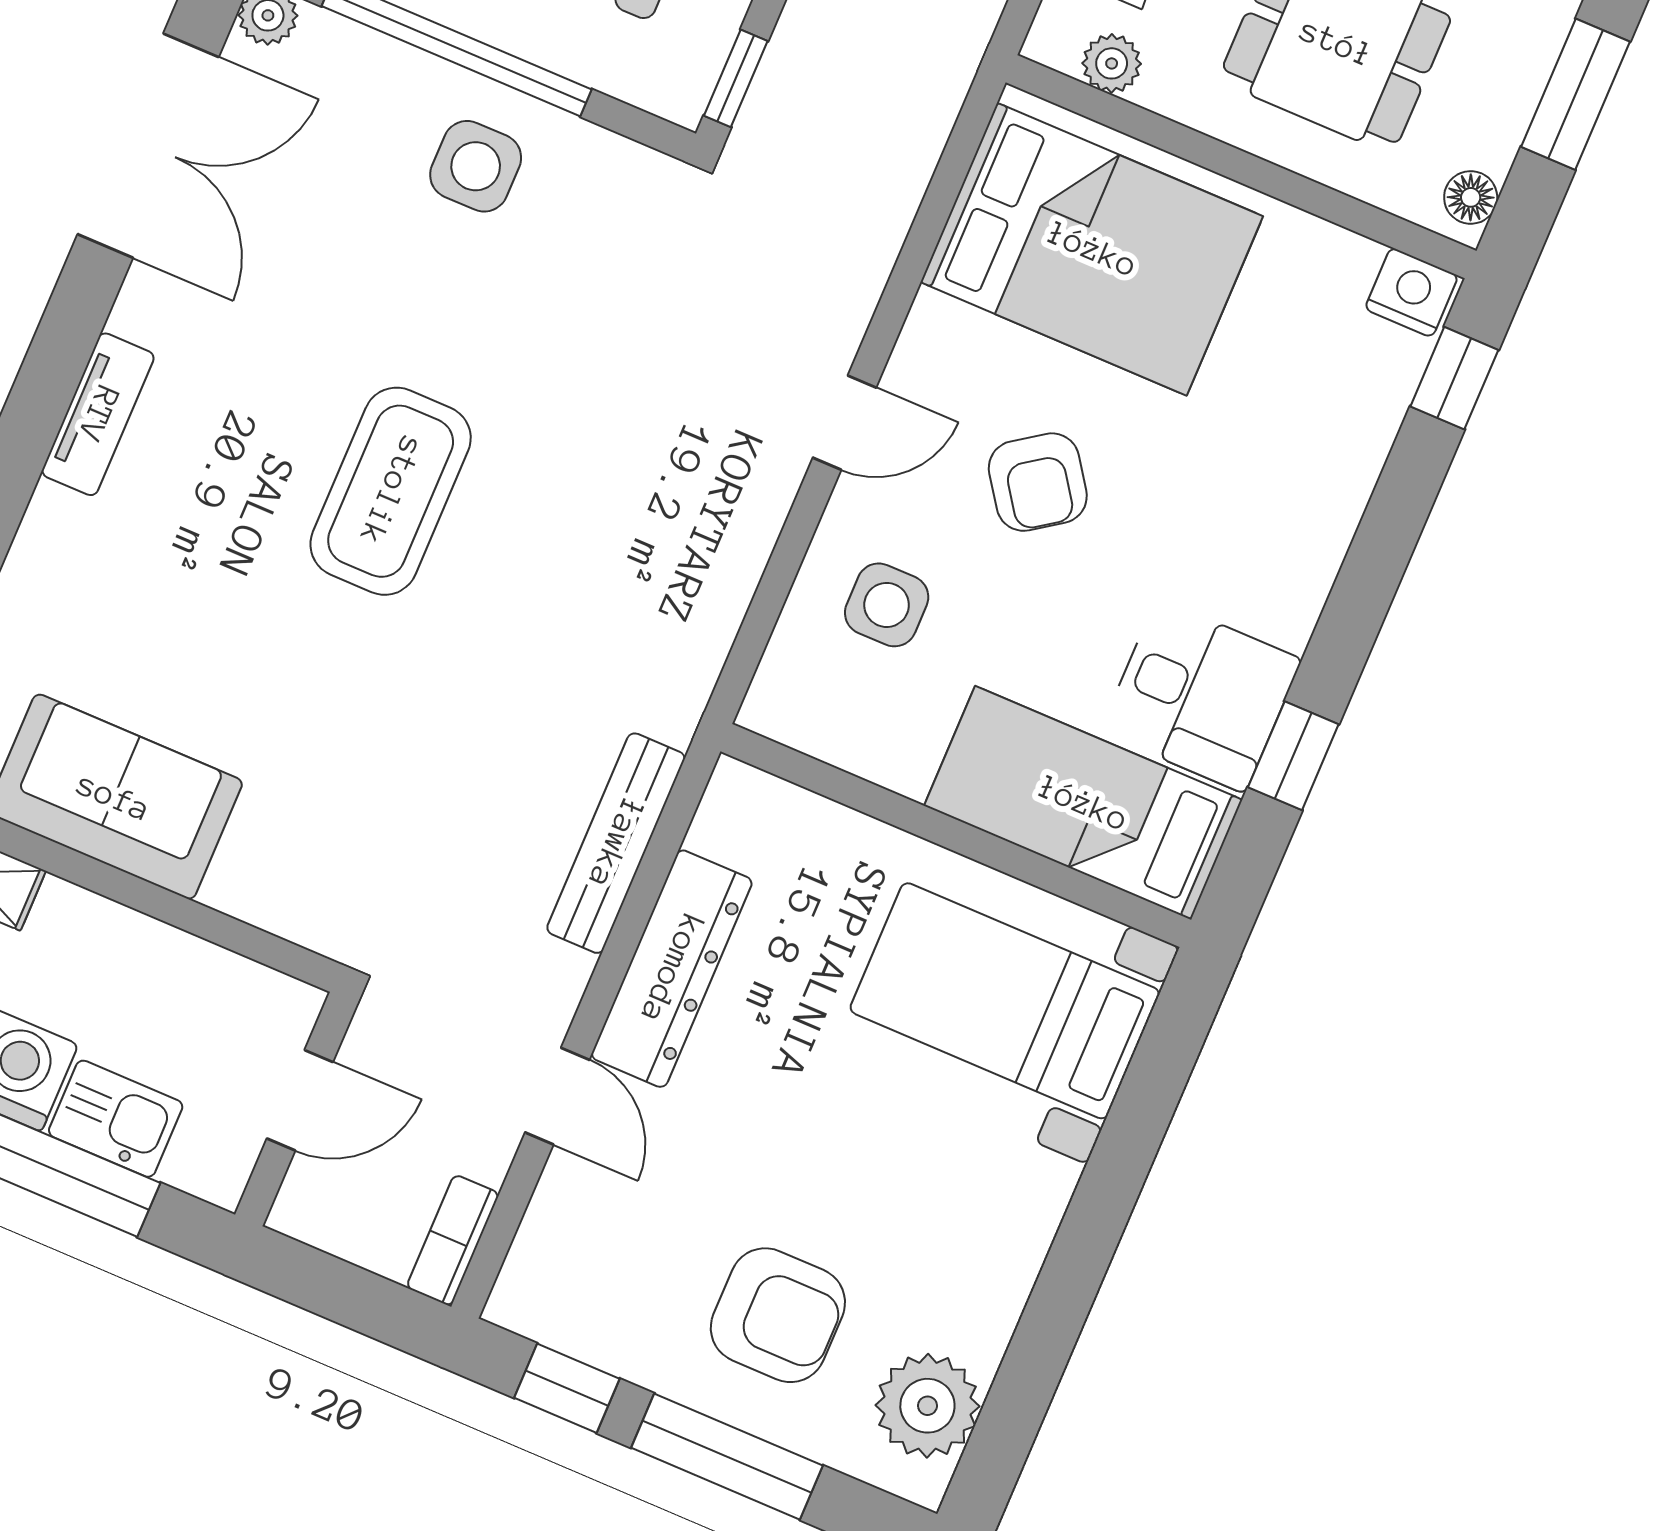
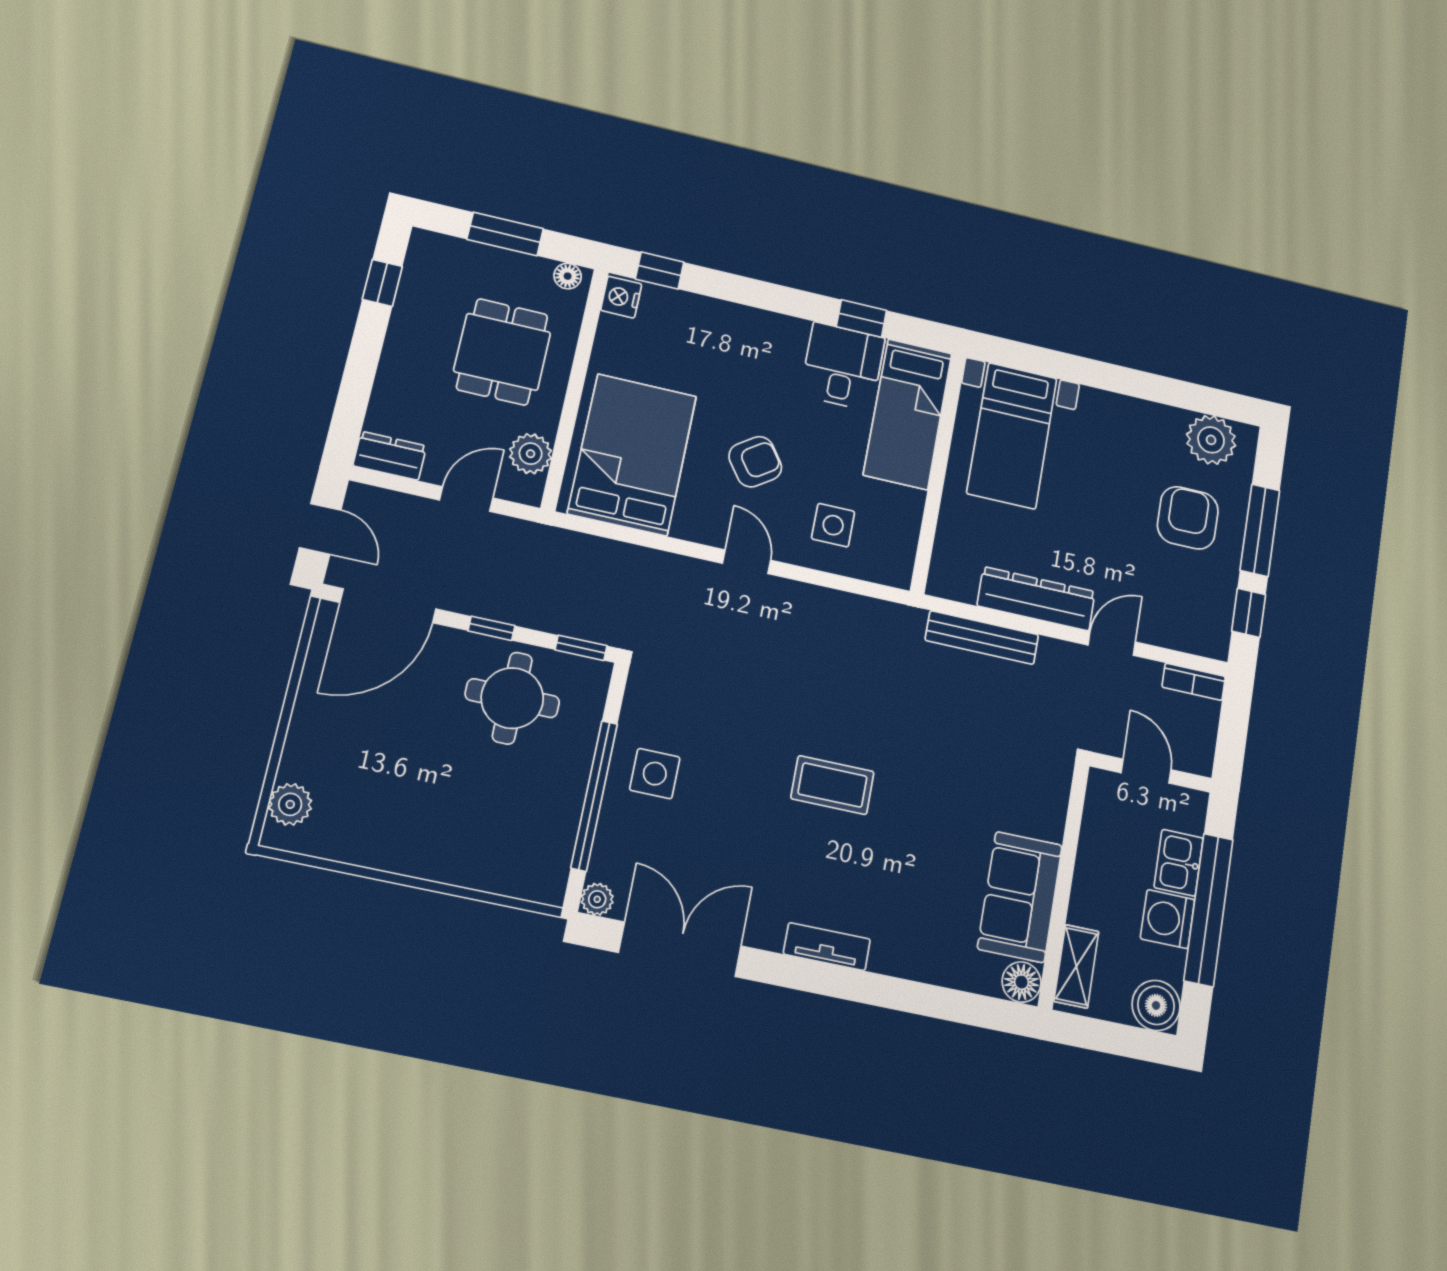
plant: (1112, 63) -> (531, 454), width x1.38, depth x1.38
coffee table: (391, 491) -> (832, 785), width x0.73, depth x0.76

